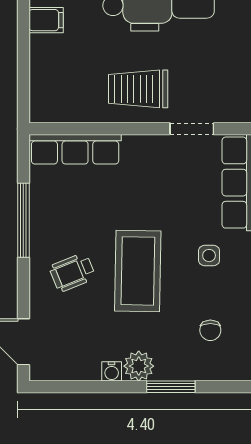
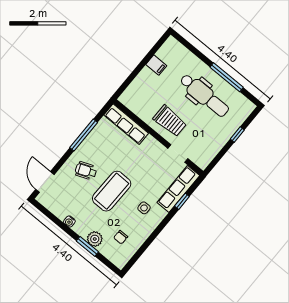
trolley: (138, 89) -> (170, 121), turned 180
plant: (139, 366) -> (95, 239), moved

